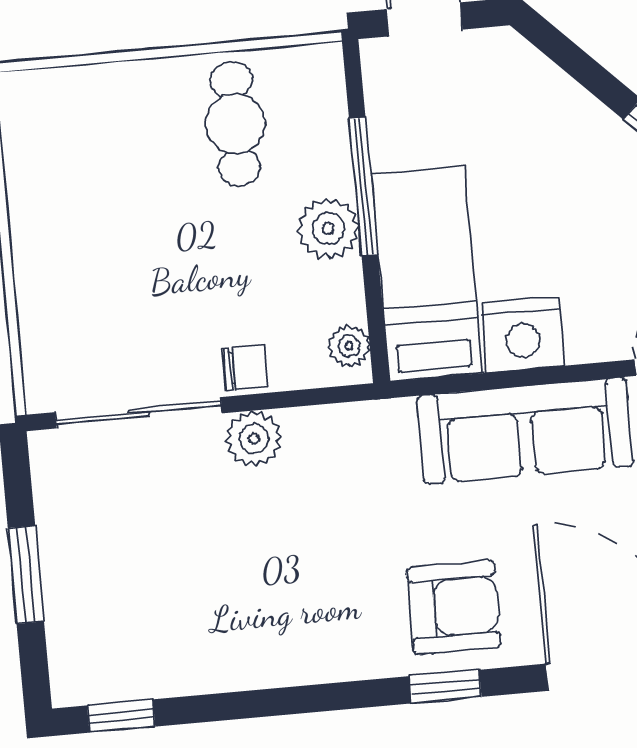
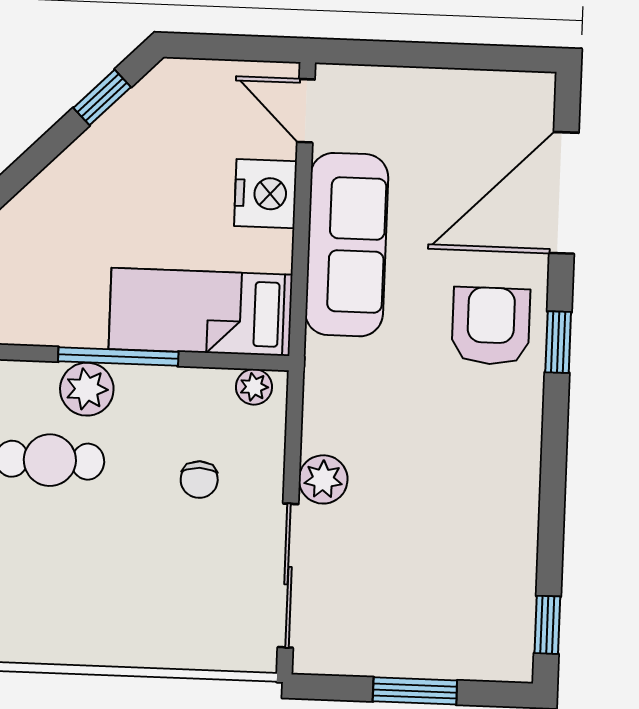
plant: (328, 228) -> (87, 389), moved
nightstand: (522, 335) -> (265, 194), moved
chair: (245, 367) -> (199, 480), moved, turned 180

